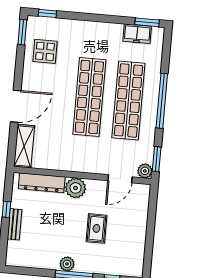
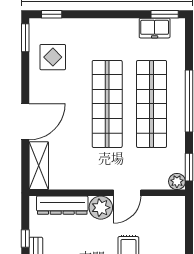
door: (120, 179) -> (127, 193), moved

